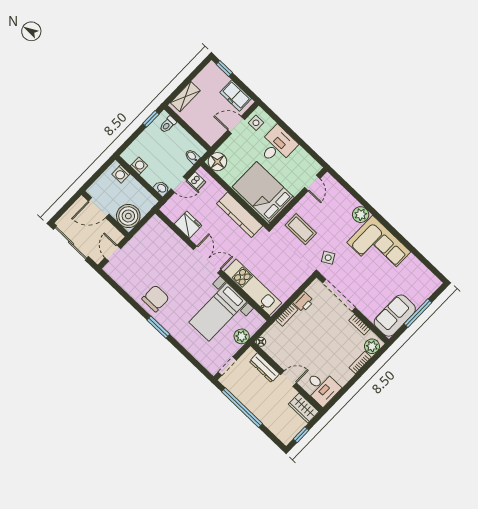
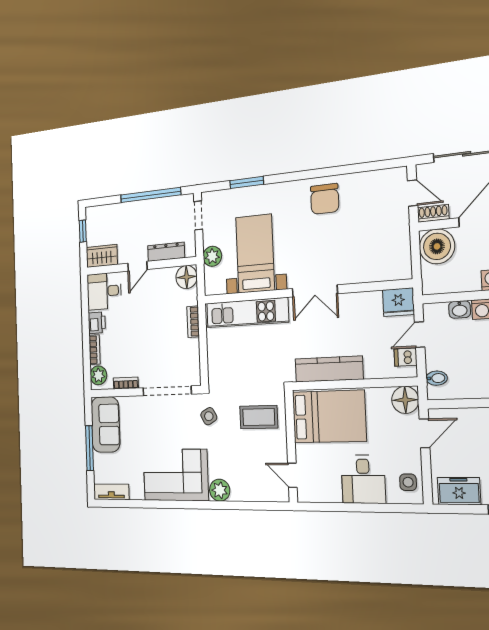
door: (236, 125) -> (425, 433), moved
washbasin: (162, 188) -> (460, 309), moved
fridge: (188, 225) -> (398, 302), moved
shoe rack: (114, 233) -> (433, 213), added
tv unit: (428, 276) -> (111, 492), added
printer: (303, 302) -> (97, 323), moved, turned 180
window: (158, 327) -> (247, 182), moved
floor lamp: (261, 342) -> (187, 277), width x1.89, depth x1.89

